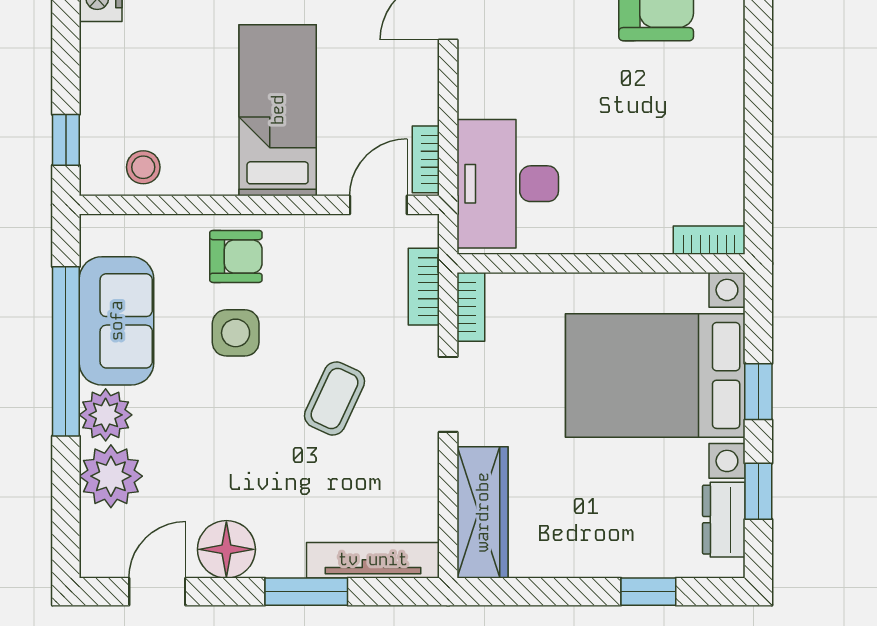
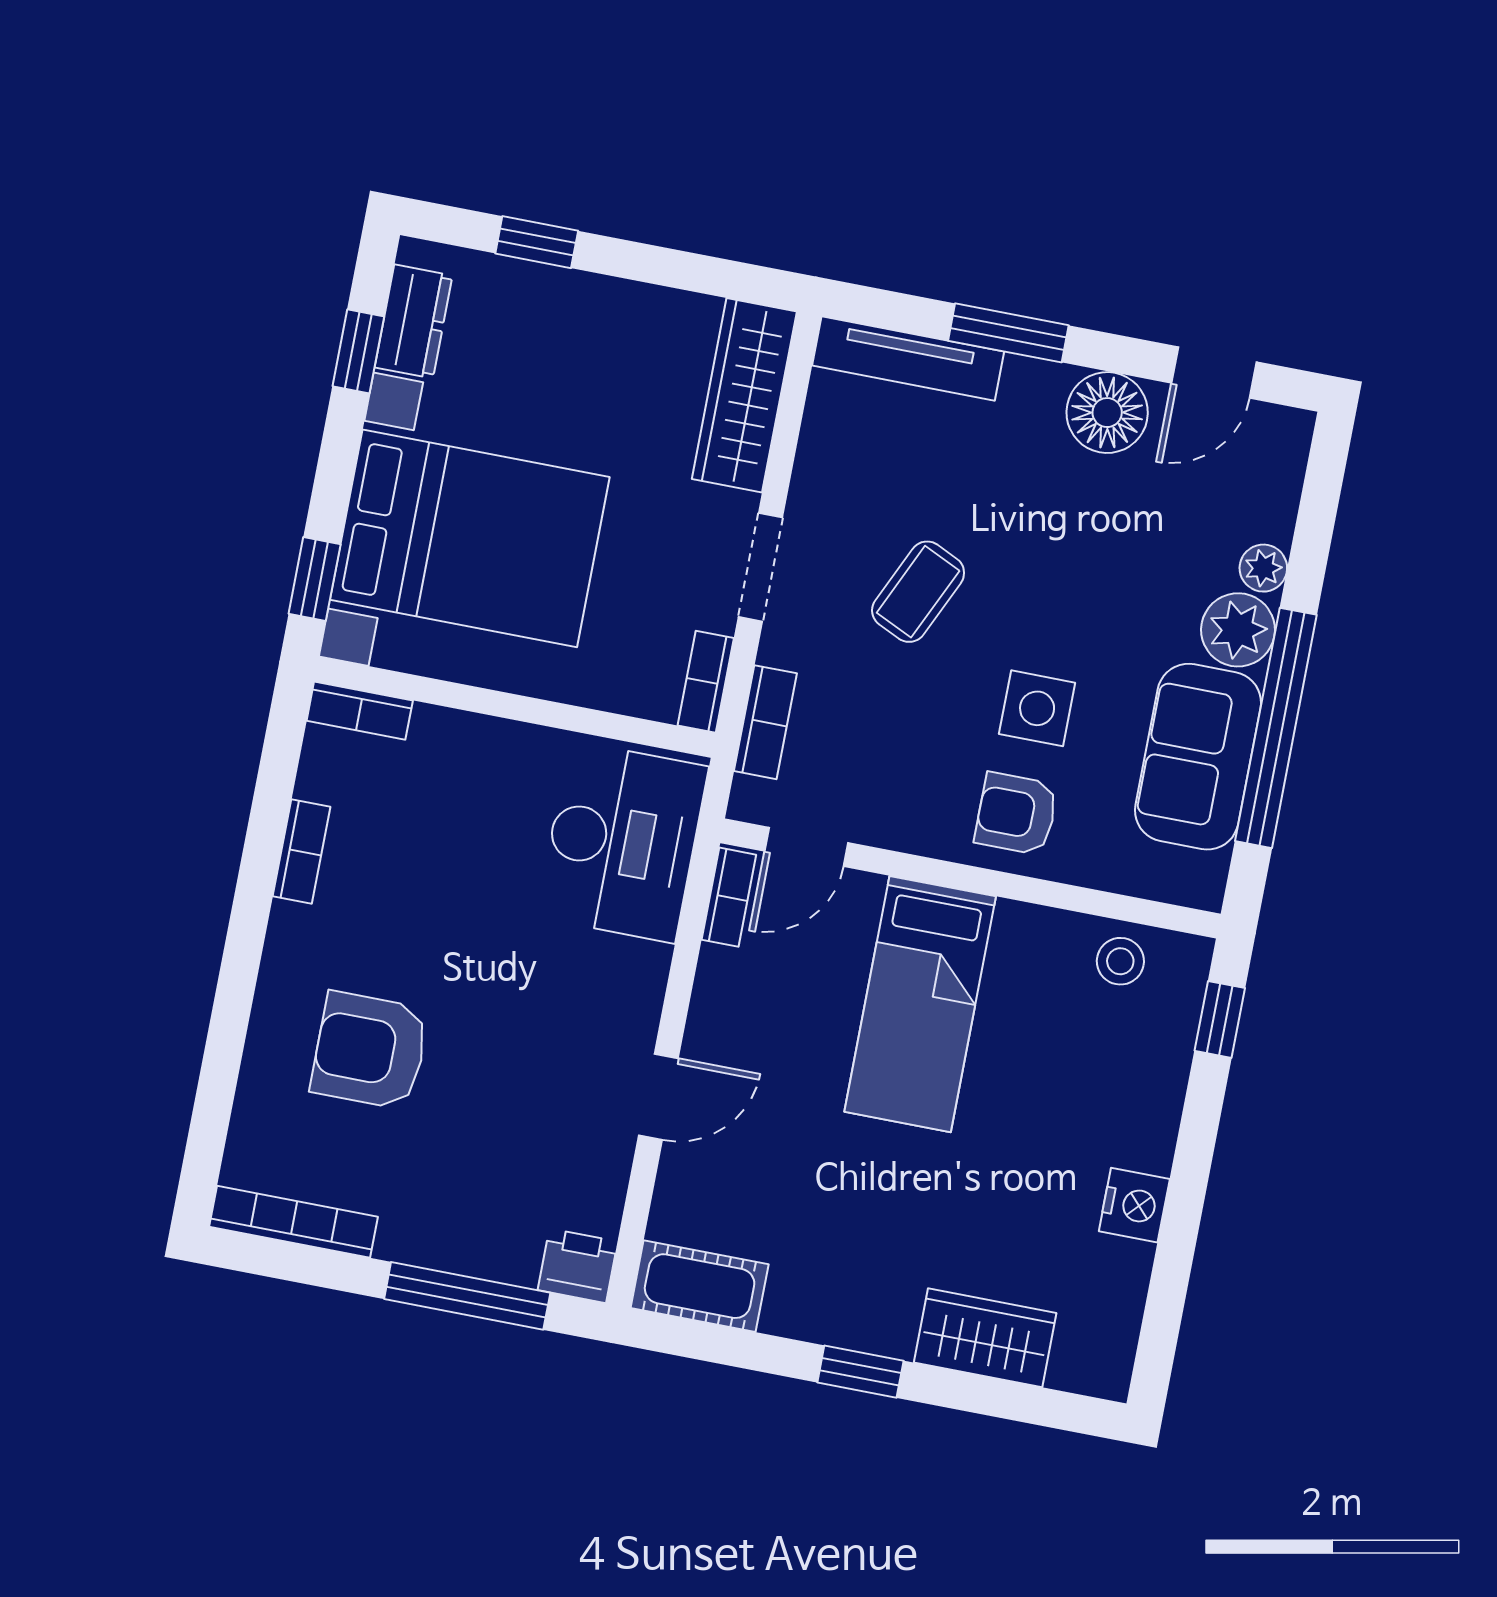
bookcase: (731, 134) -> (302, 852), added
window: (758, 392) -> (315, 579), moved
plant: (111, 476) -> (1263, 568), width x0.53, depth x0.53

